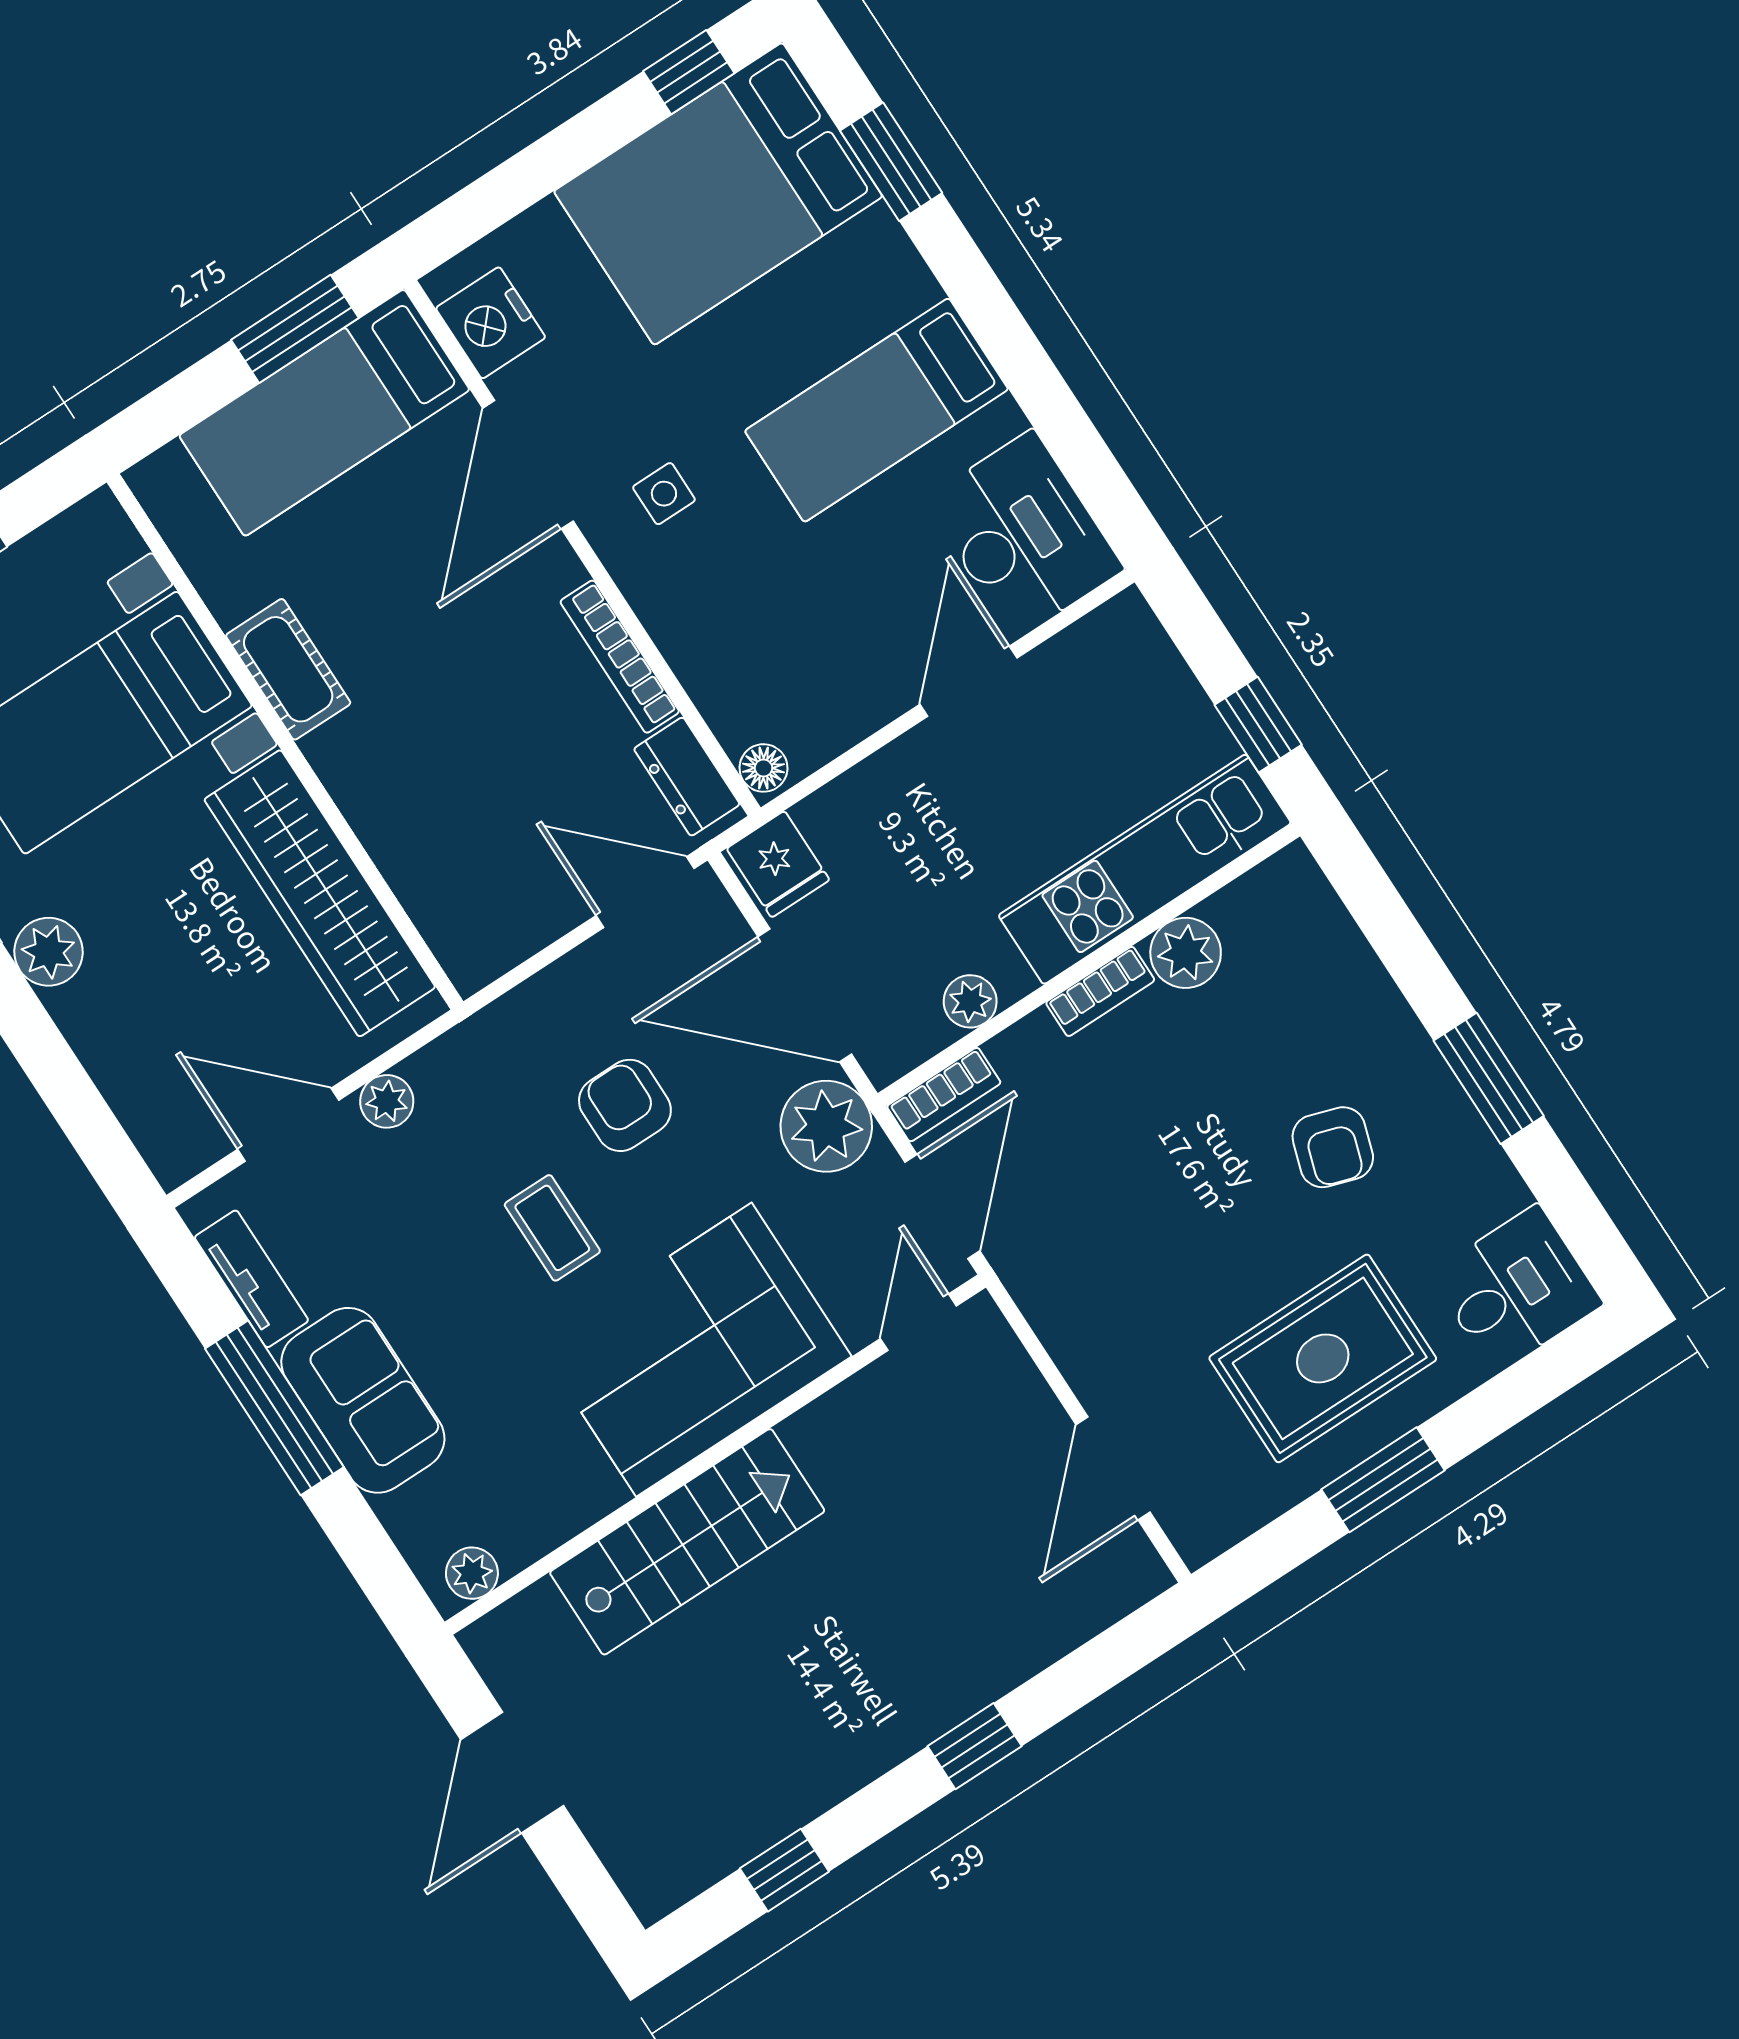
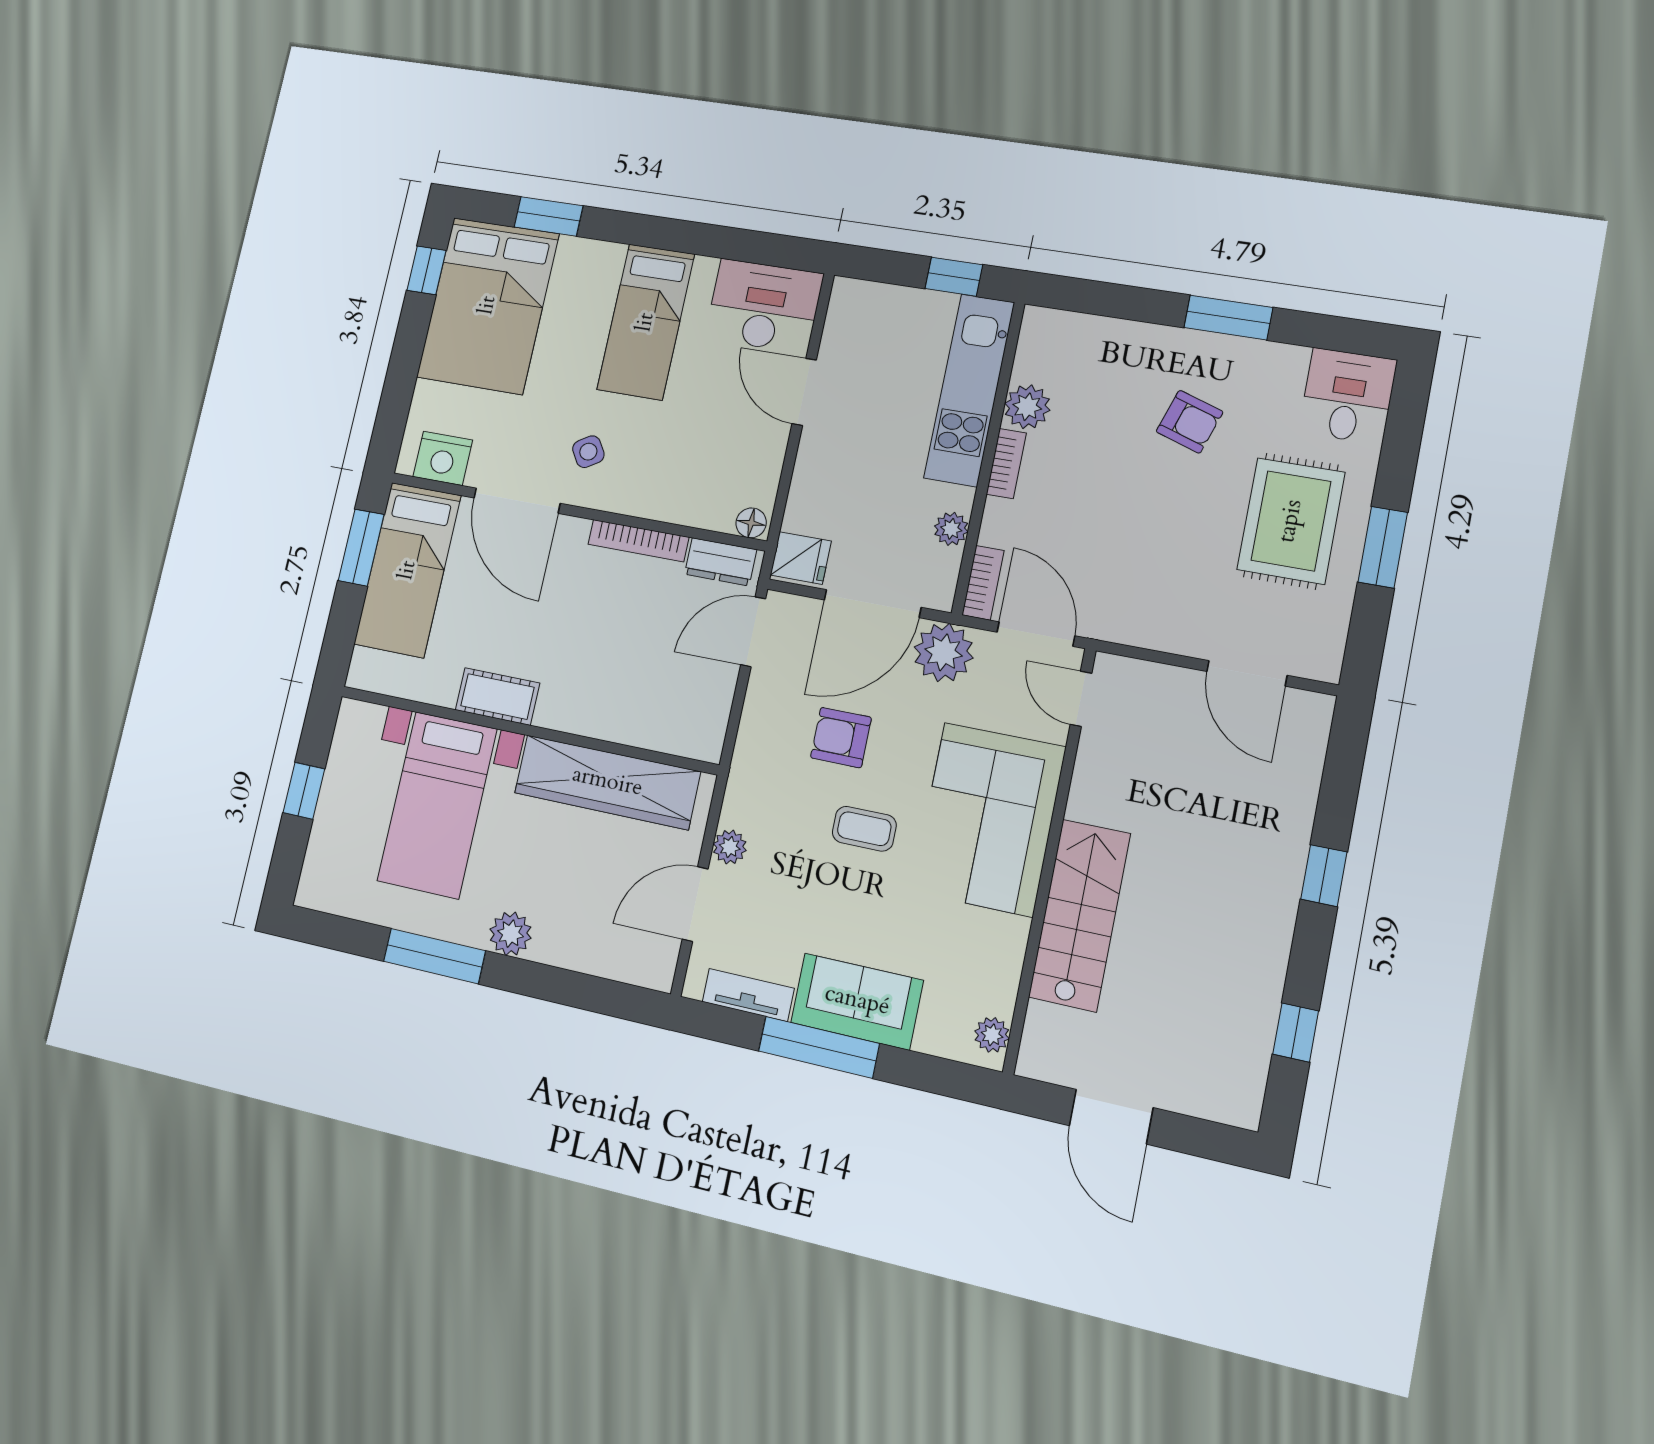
side table: (664, 494) -> (588, 452), turned -32

